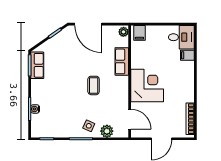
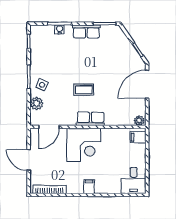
filing cabinet: (187, 55) -> (89, 187), moved
row of seats: (122, 61) -> (90, 119), moved
row of seats: (37, 65) -> (86, 31), moved

